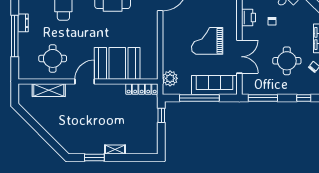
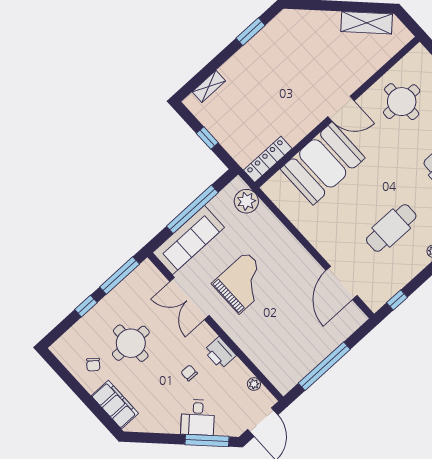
door: (85, 81) -> (341, 109), hinge flipped
shelving: (49, 90) -> (367, 23), moved, turned 45
window: (304, 98) -> (86, 306), moved
window: (161, 115) -> (207, 138), moved
shelving: (115, 149) -> (209, 86), moved

